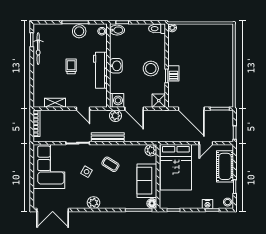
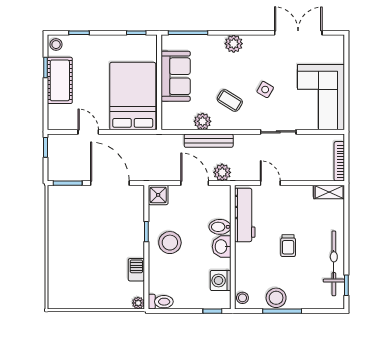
bidet: (117, 30) -> (220, 227), moved
bicycle: (38, 49) -> (334, 263), width x1.37, depth x1.40
workbench: (100, 70) -> (245, 215), moved
barbecue: (173, 73) -> (136, 270), moved
washing machine: (117, 100) -> (221, 281), moved
shelving: (55, 103) -> (329, 192), moved
bench: (108, 137) -> (209, 141), moved
door: (206, 143) -> (88, 132), hinge flipped
plant: (151, 150) -> (203, 121), moved
cot: (225, 166) -> (60, 80), moved
plant: (93, 203) -> (234, 44), moved
floor lamp: (152, 203) -> (168, 43), removed
nightstand: (208, 204) -> (86, 42), removed
double door: (53, 210) -> (298, 33), moved

